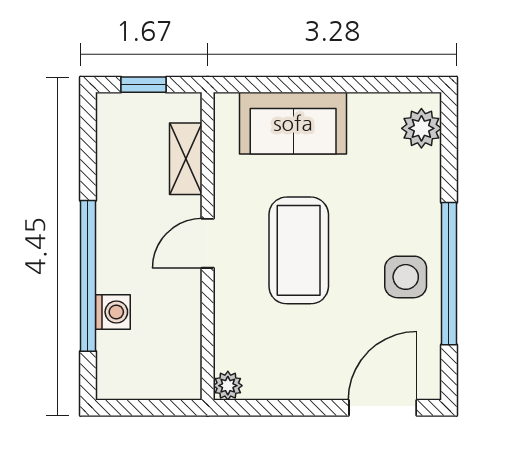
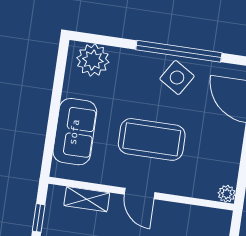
plant: (421, 128) -> (93, 60), width x1.36, depth x1.36
side table: (406, 277) -> (177, 78), turned 32

